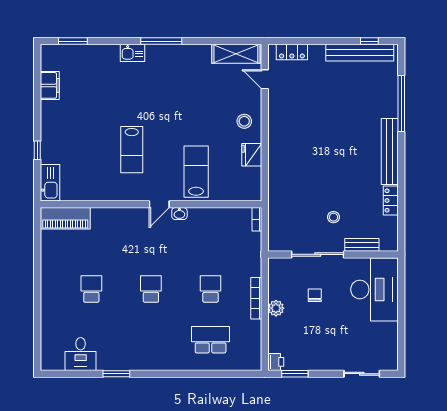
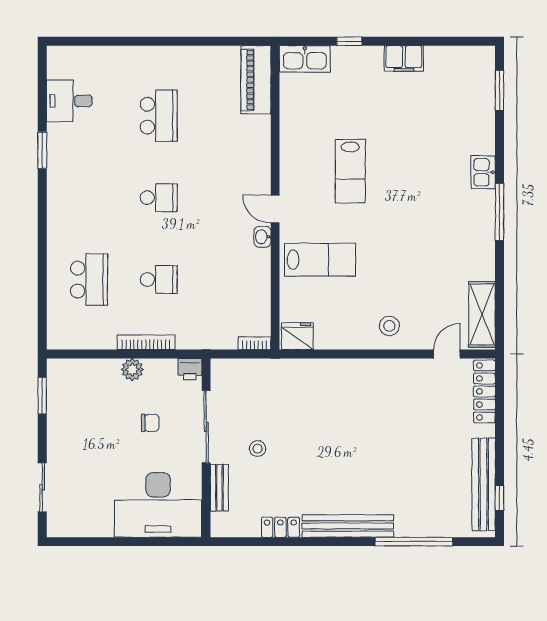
locker: (292, 52) -> (484, 391), width x1.53
filing cabinet: (50, 85) -> (404, 58), moved
lab bench: (132, 150) -> (350, 171), turned -90
fridge: (252, 155) -> (297, 336), moved
school desk: (91, 289) -> (159, 116), width x1.85
printer: (276, 362) -> (190, 369), moved

